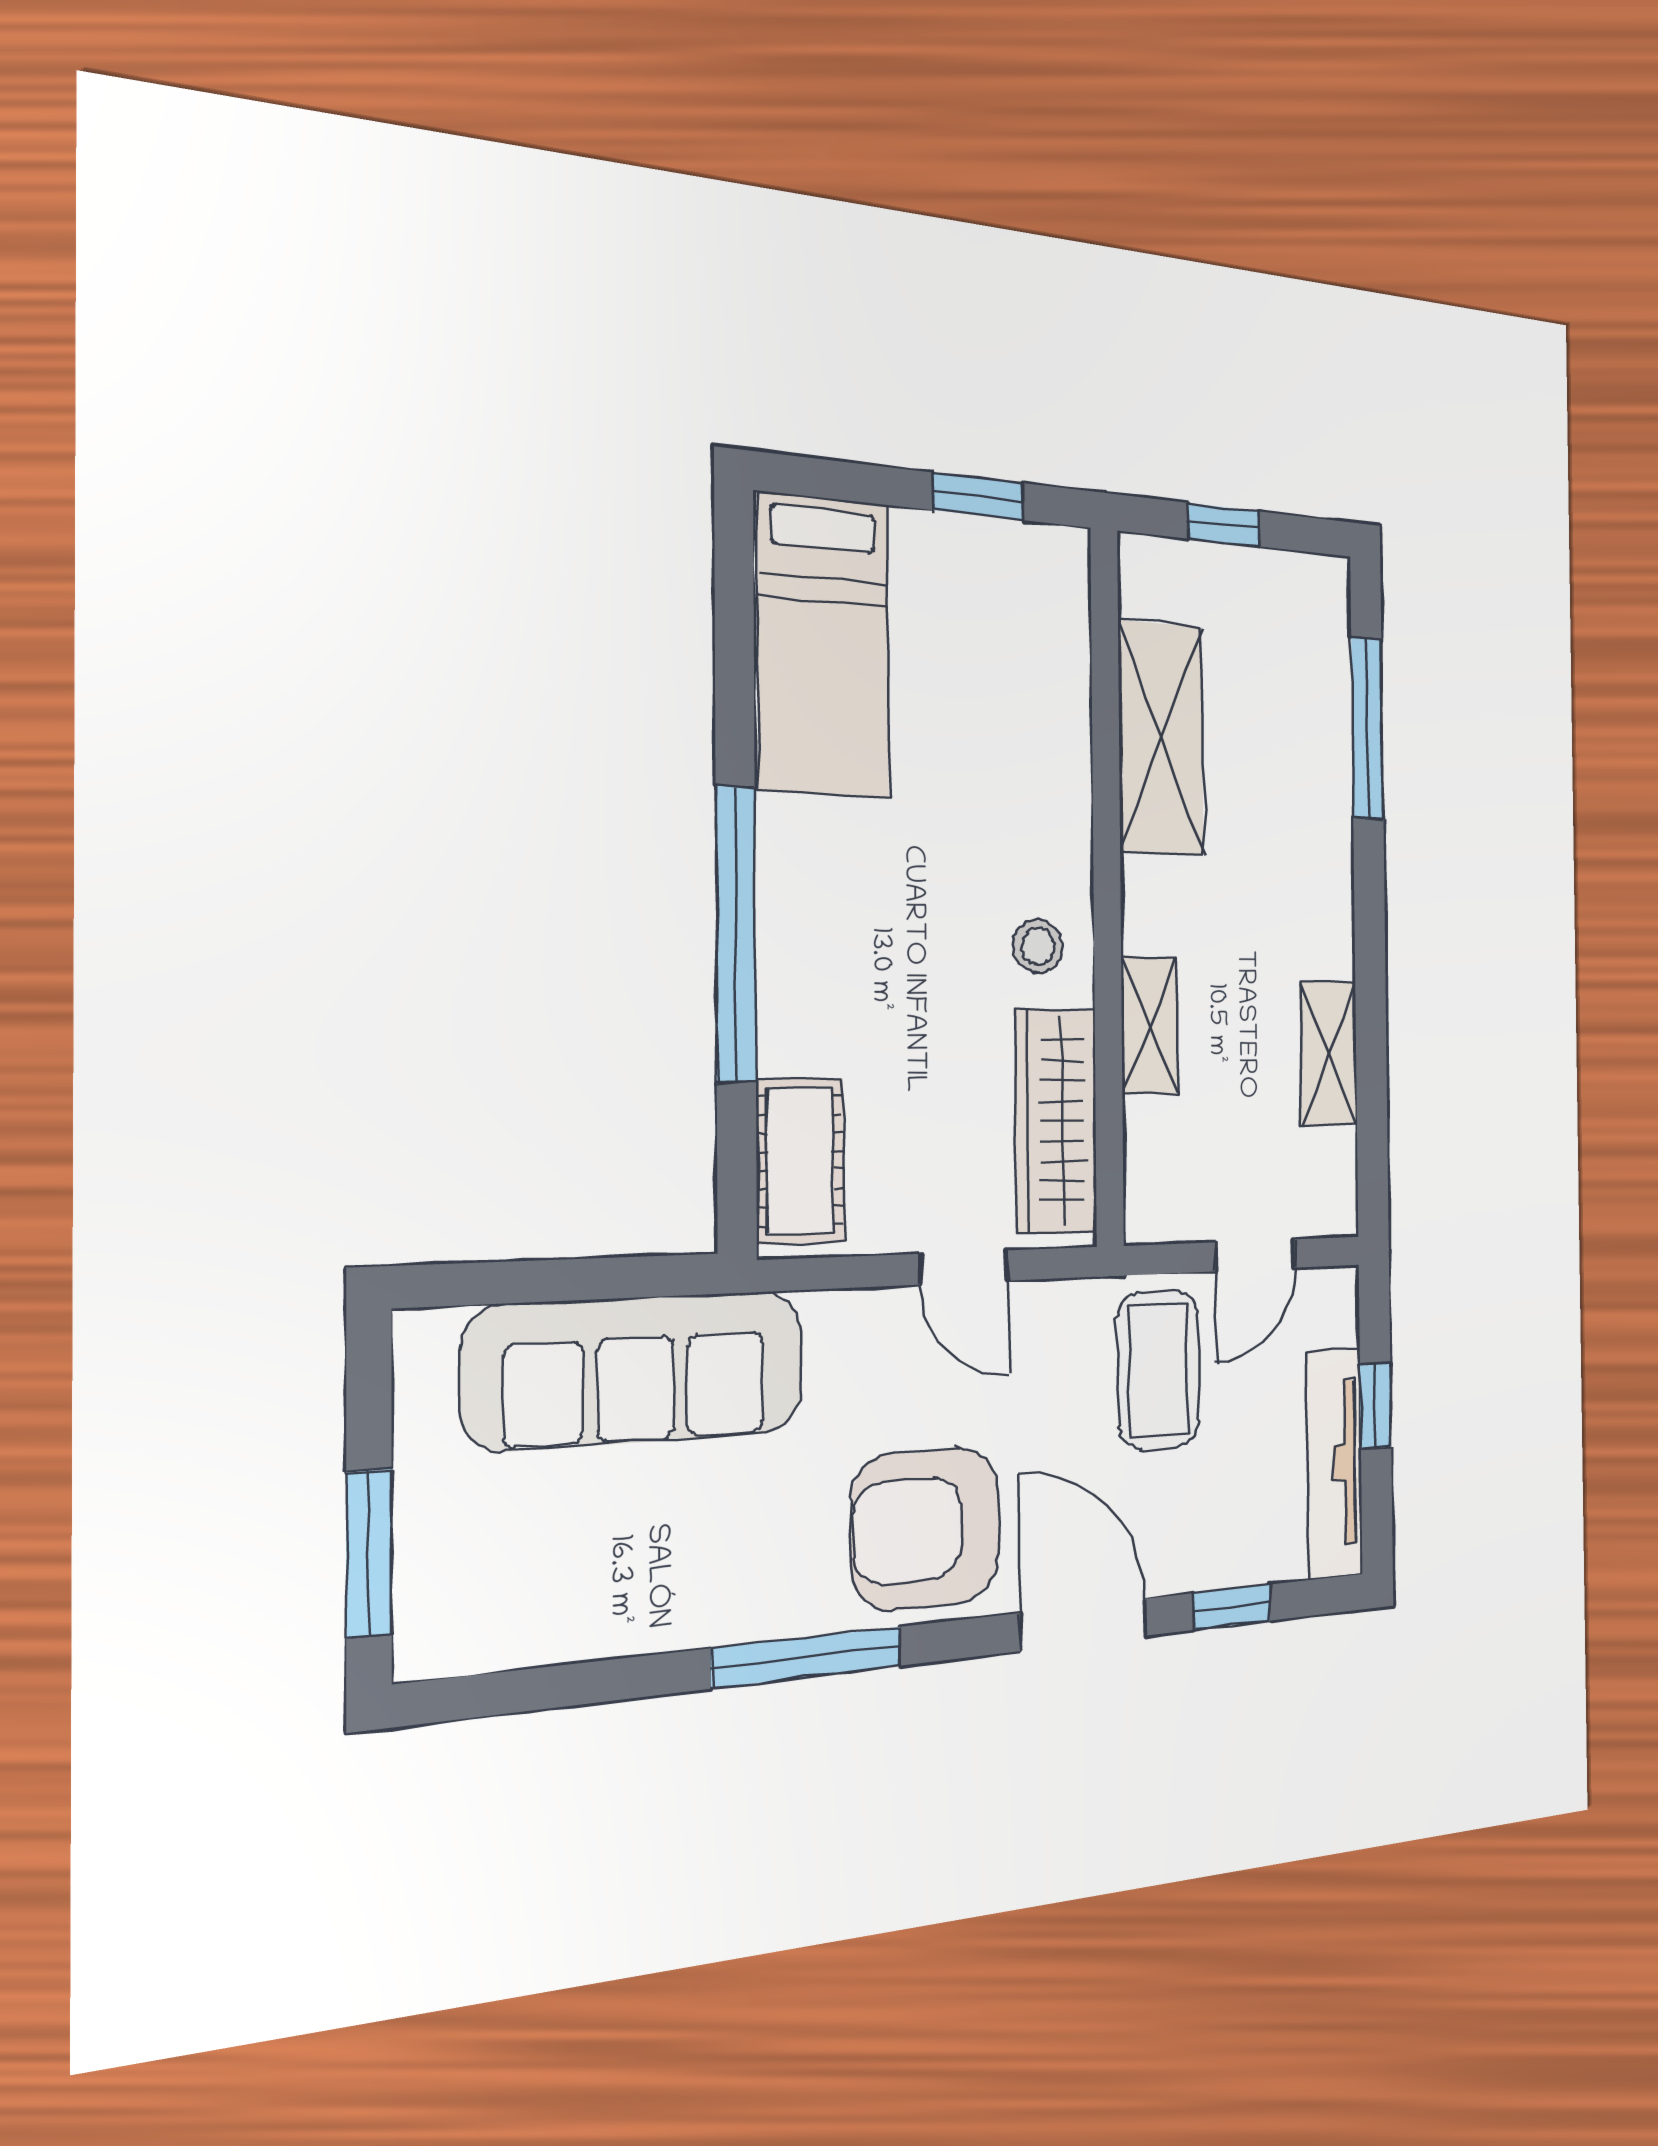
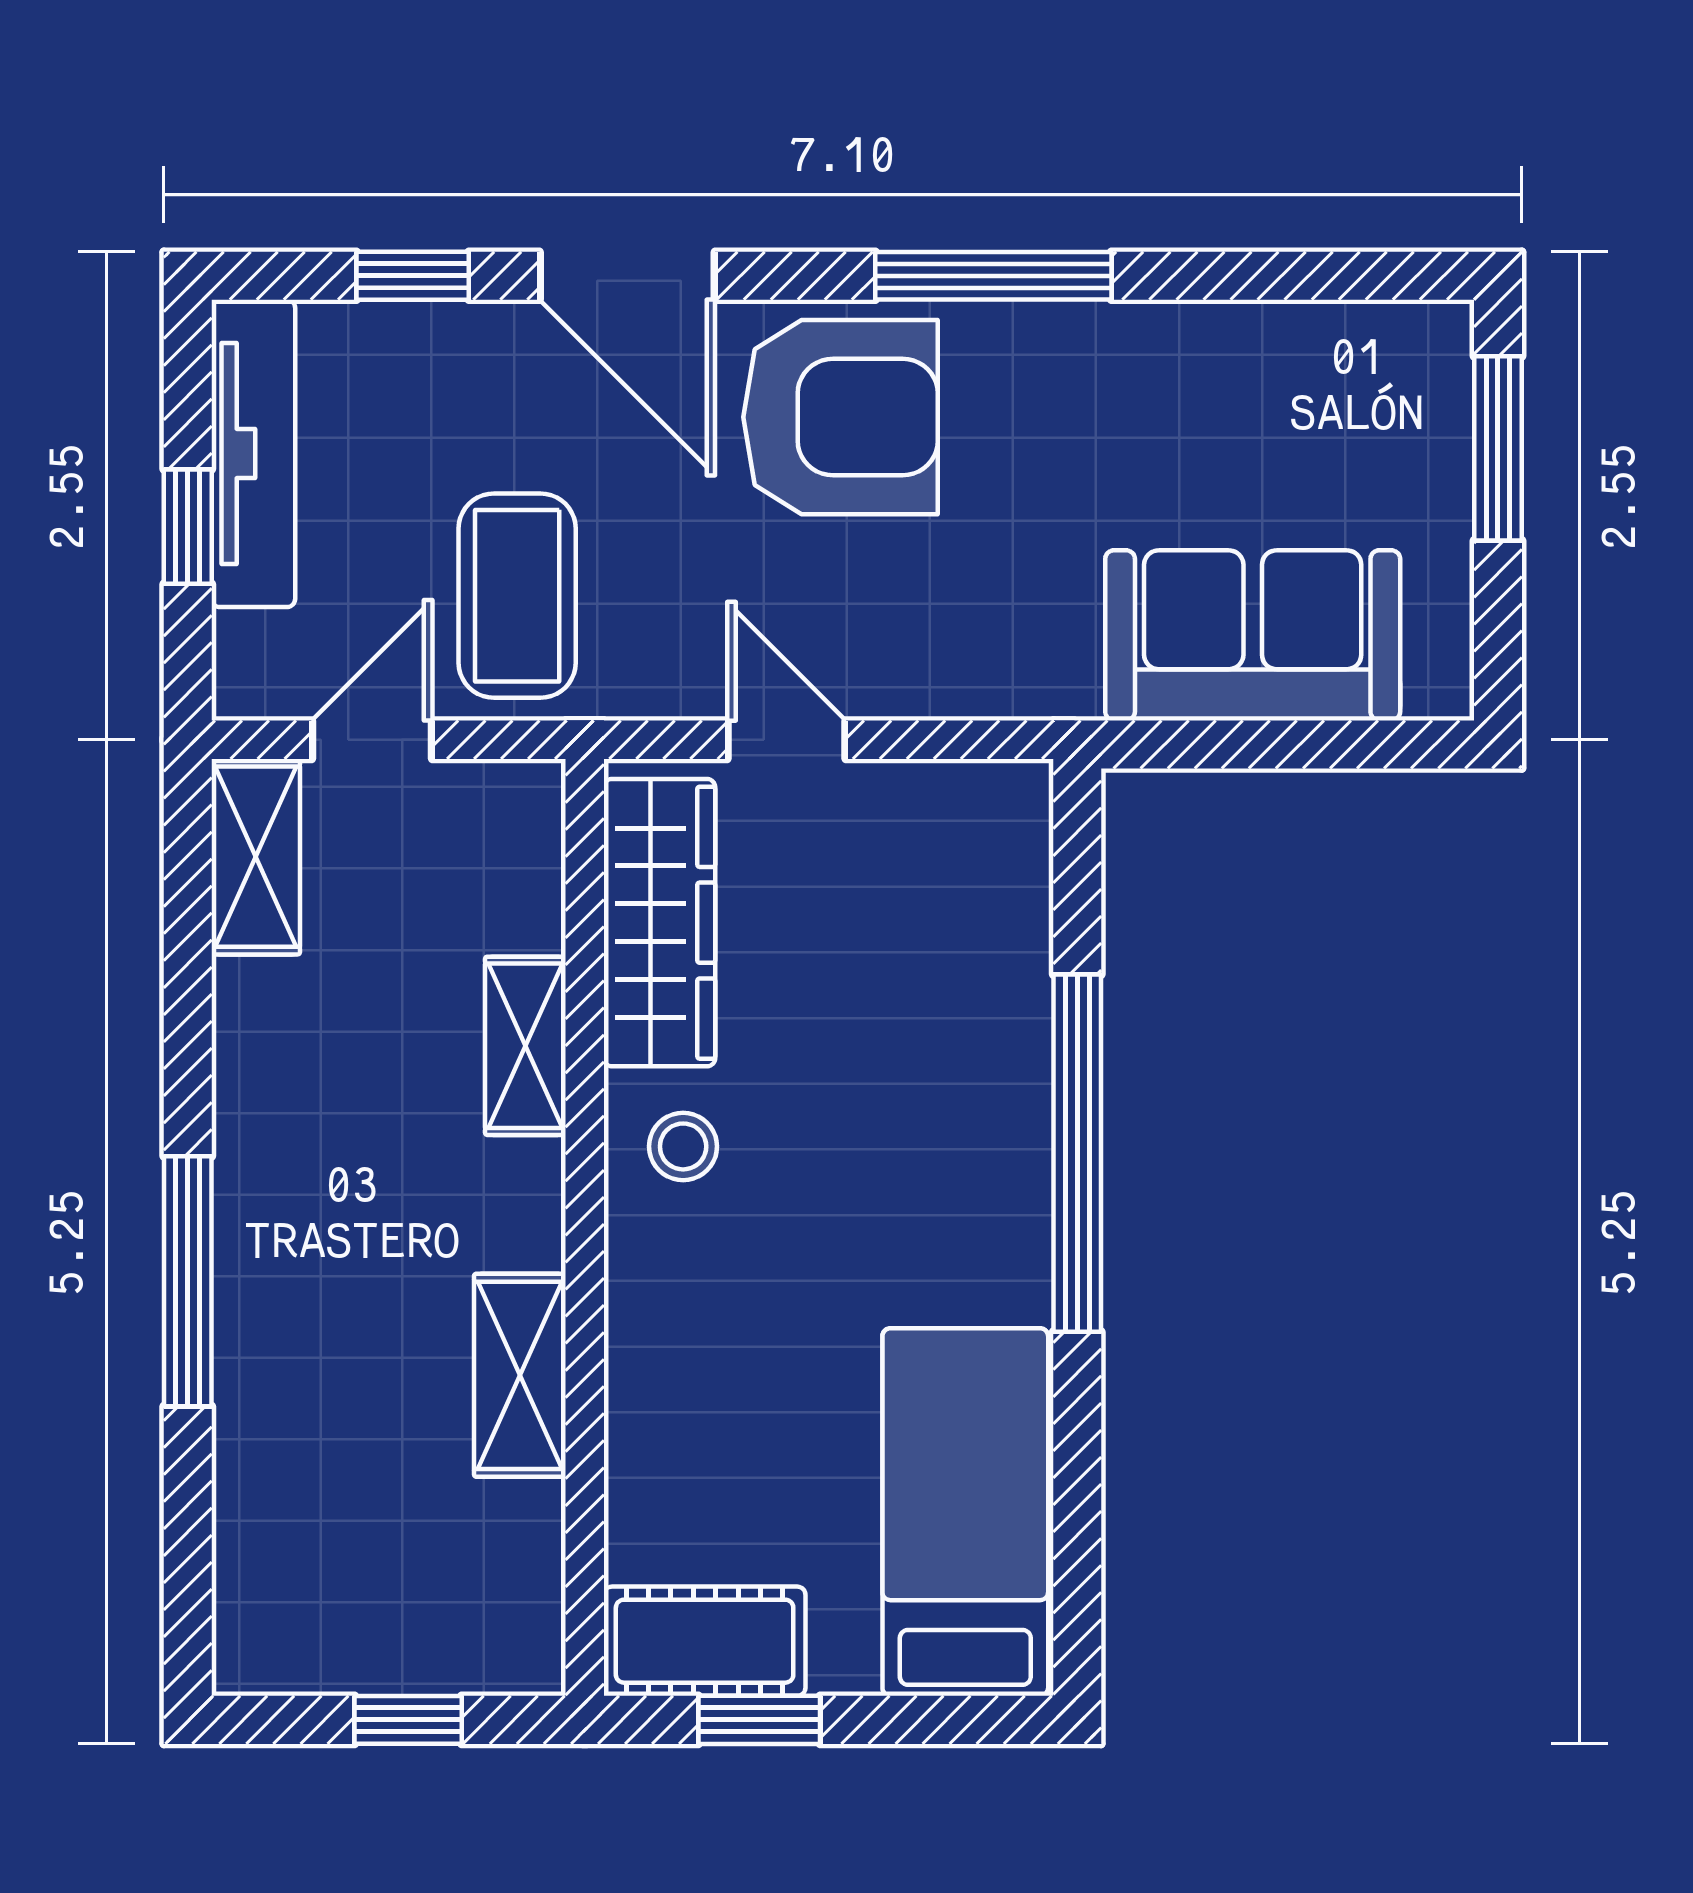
window: (1367, 728) -> (188, 1281), moved
shelving: (1161, 738) -> (520, 1375), width x0.67, depth x0.75
shelving: (1328, 1053) -> (256, 857), moved
cot: (800, 1161) -> (705, 1641), moved, turned 90
sofa: (636, 1370) -> (1253, 635), width x0.73

